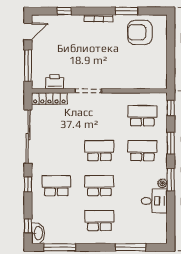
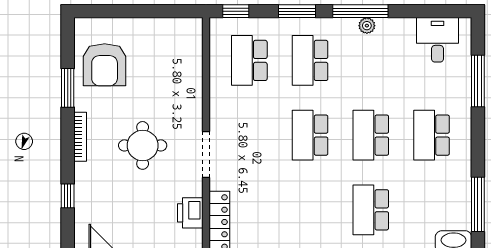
round table: (93, 54) -> (143, 145), added
window: (171, 180) -> (360, 11), width x1.44
desk: (154, 201) -> (438, 40), moved

